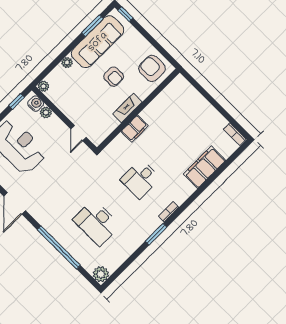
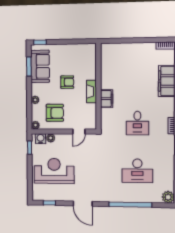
sofa: (98, 42) -> (40, 66), width x0.73
armchair: (152, 68) -> (55, 113), moved, turned 180
door: (79, 133) -> (79, 132), hinge flipped

